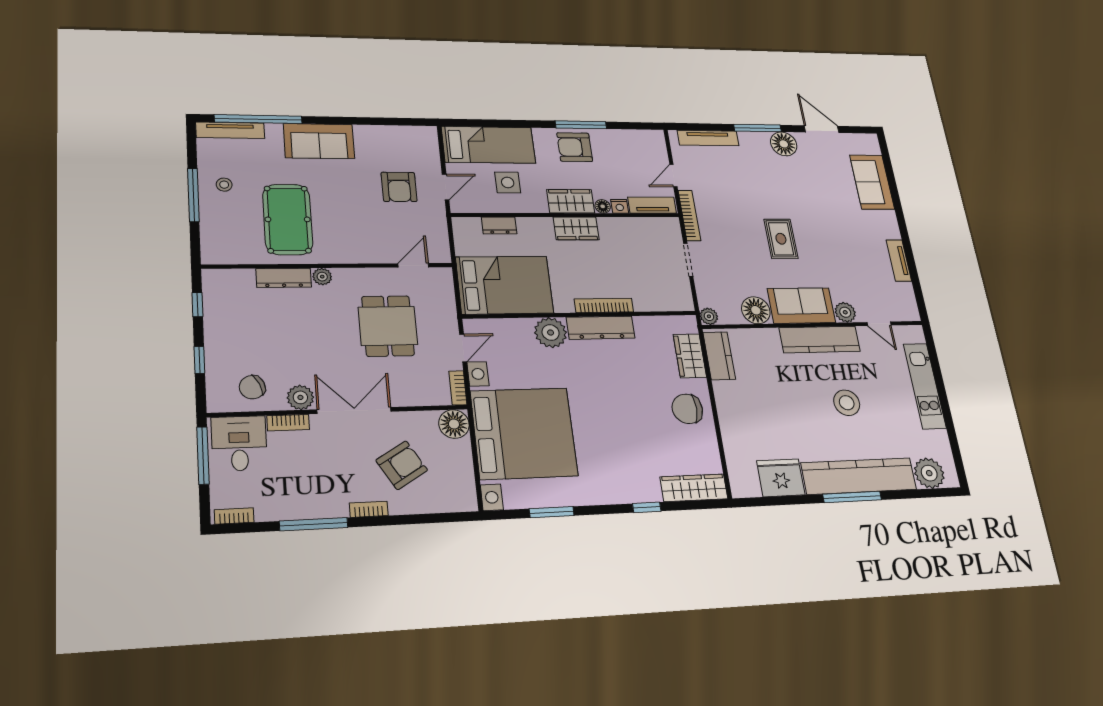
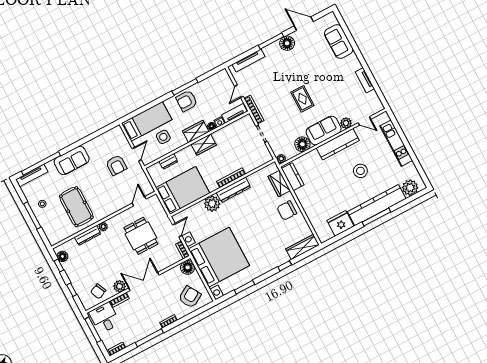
floor lamp: (214, 292) -> (62, 256), added
armchair: (402, 465) -> (190, 297), moved

